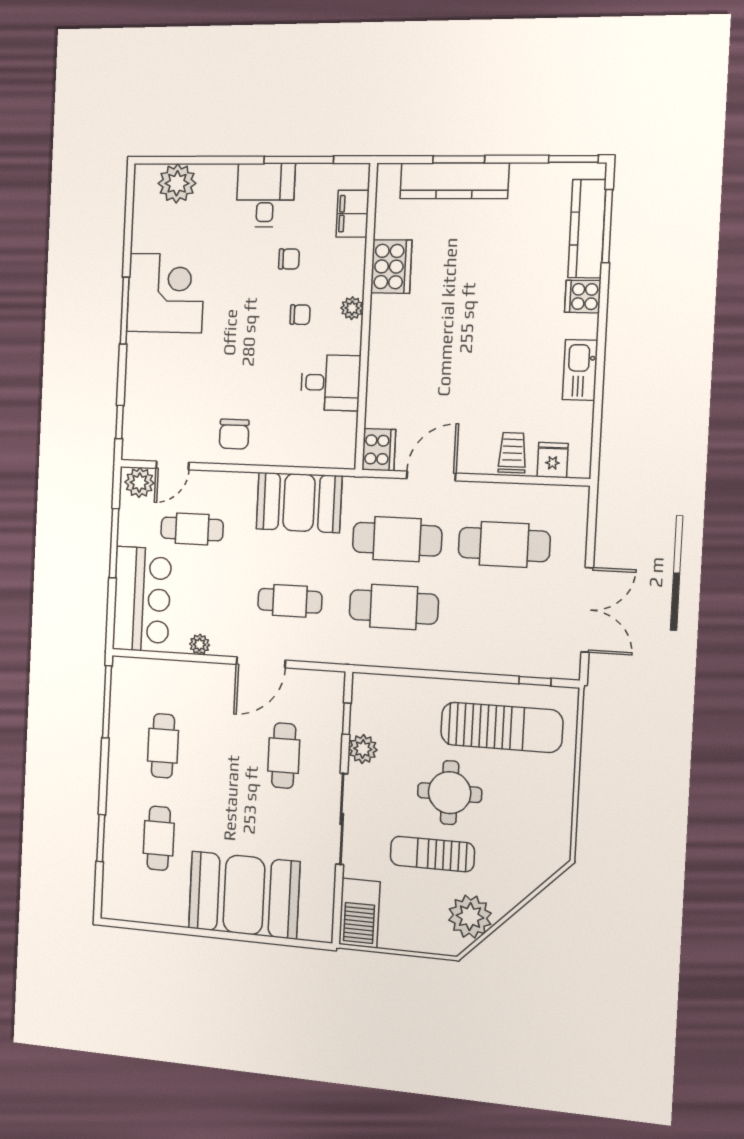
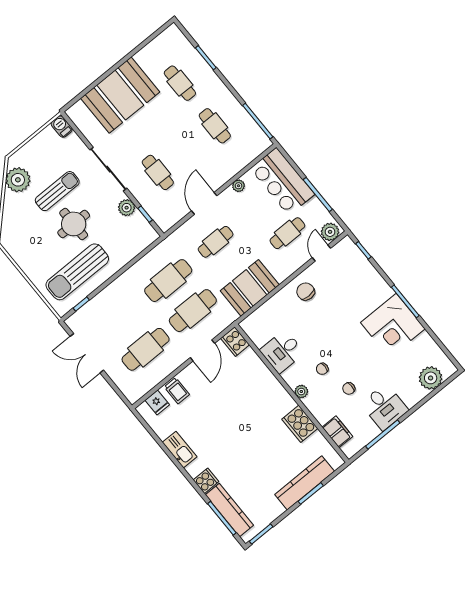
barbecue: (359, 913) -> (62, 127), width x0.53, depth x0.65

